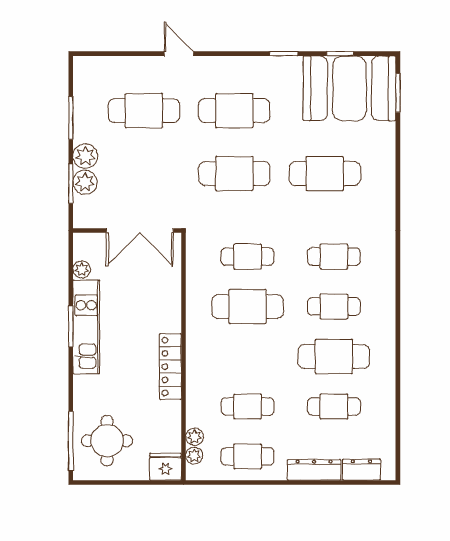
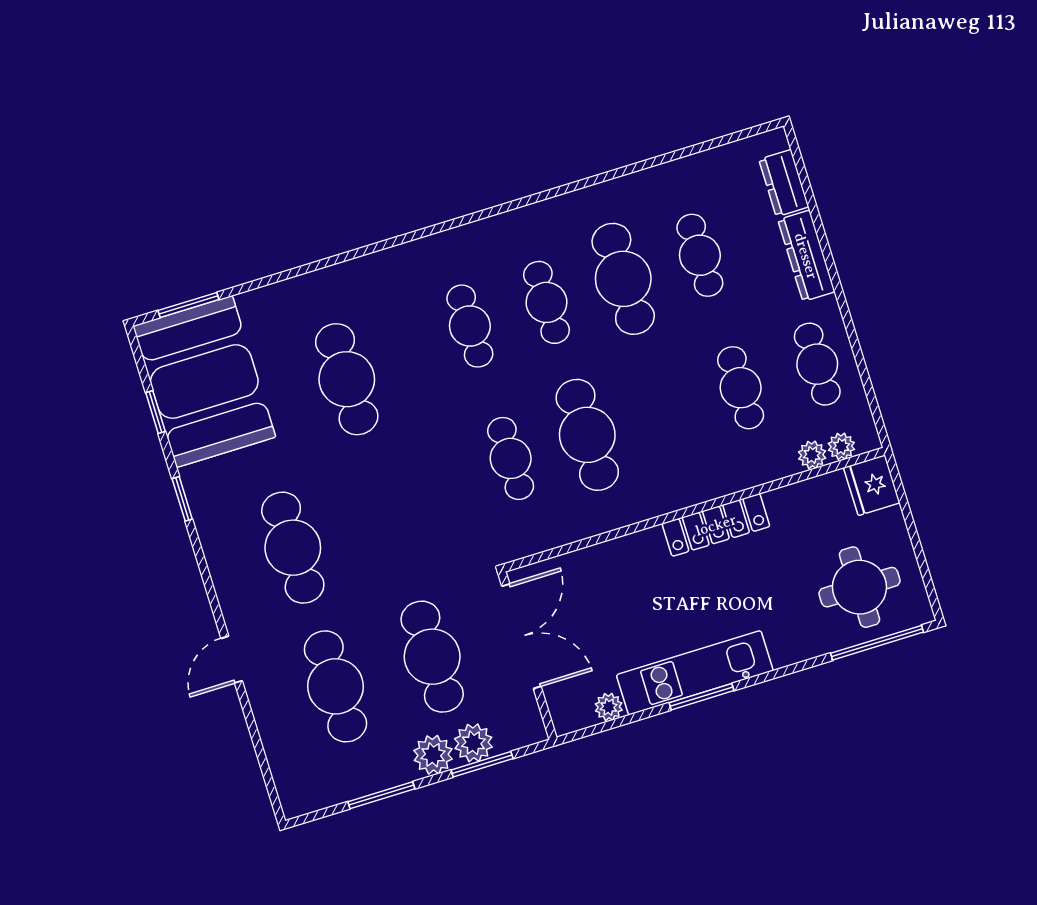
cafe table: (234, 174) -> (432, 657), moved

